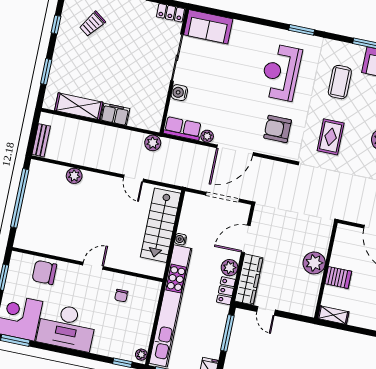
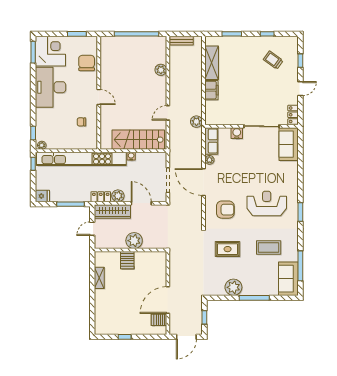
armchair: (278, 129) -> (225, 210), turned 90
plant: (314, 263) -> (134, 241), moved
wall: (326, 270) -> (131, 250), moved
server rack: (338, 277) -> (127, 260), moved

